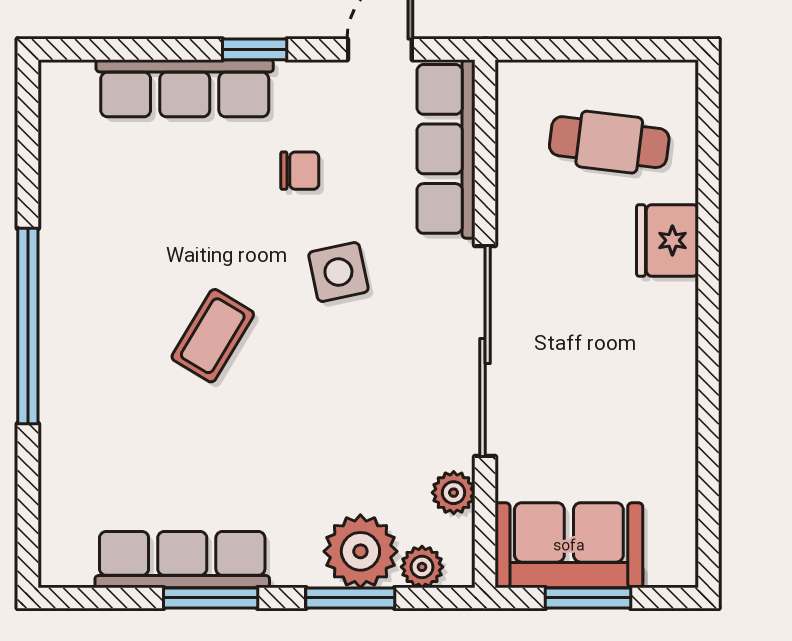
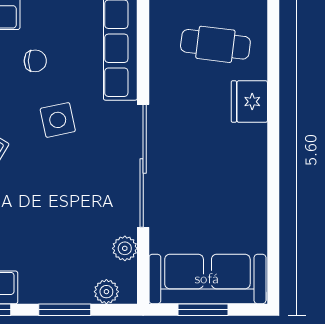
sofa: (569, 545) -> (207, 279), width x1.36
plant: (360, 551) -> (71, 283), removed

